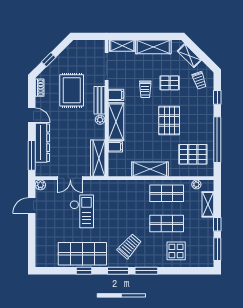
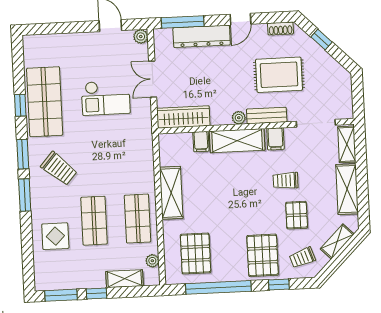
pallet: (169, 120) -> (263, 255), moved, turned 90

